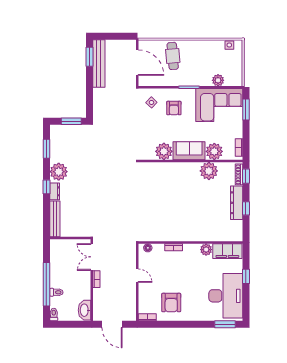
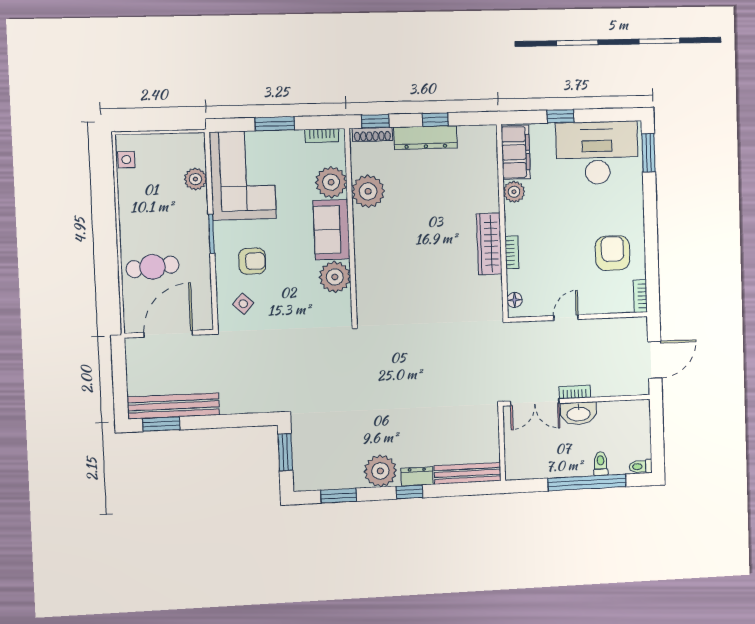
window: (246, 109) -> (275, 124), moved
wardrobe: (179, 235) -> (489, 244), added
armchair: (171, 303) -> (613, 253), turned -90
washbasin: (85, 310) -> (579, 413), moved

